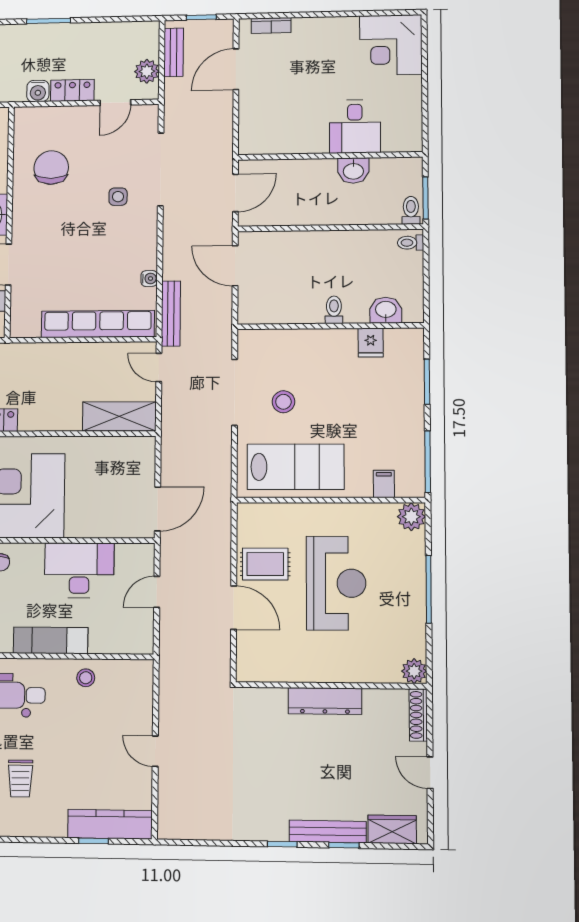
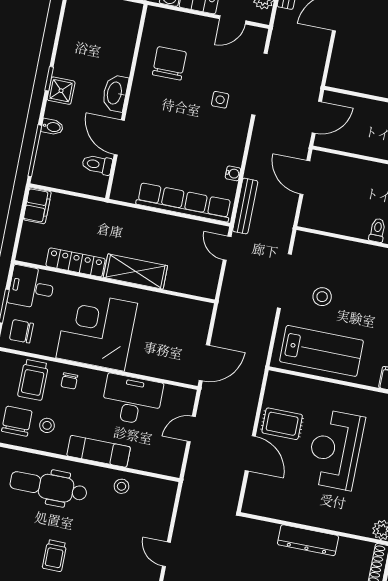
shelving: (119, 416) -> (135, 272), moved
reception desk: (336, 583) -> (335, 450), turned 180

